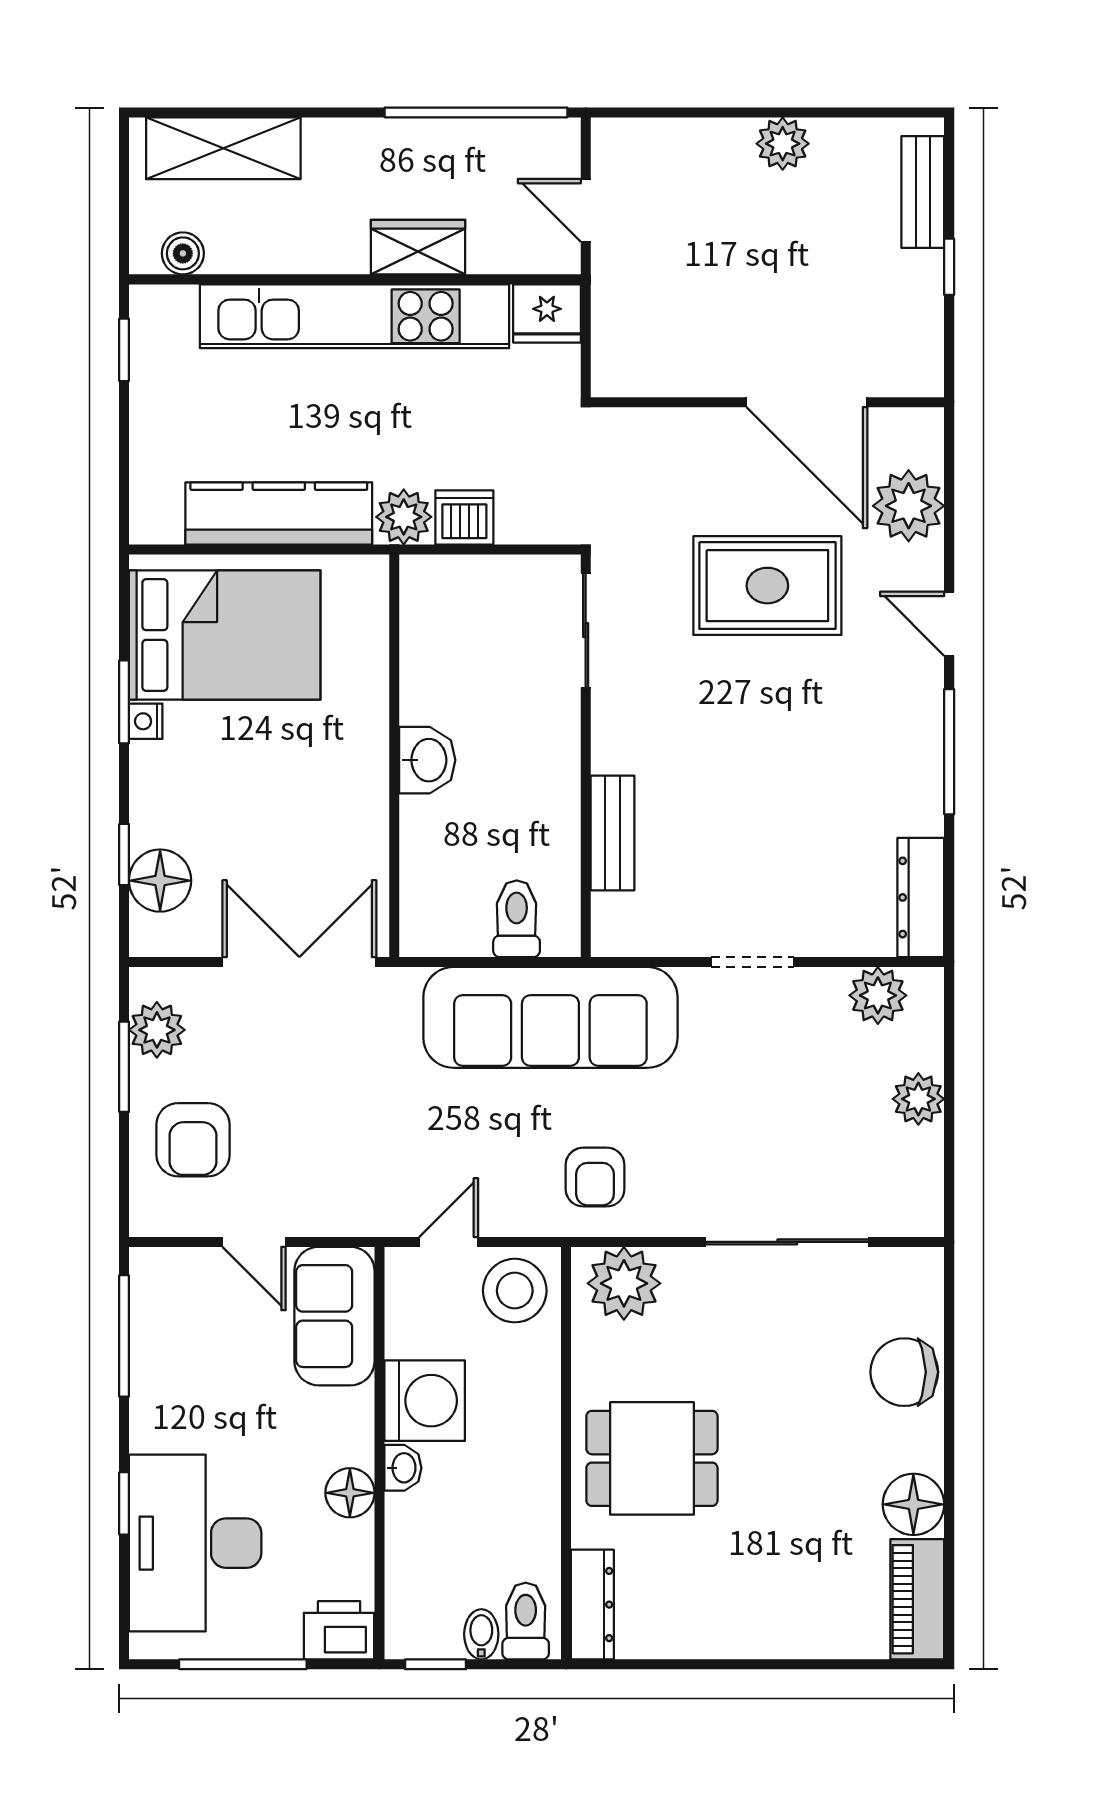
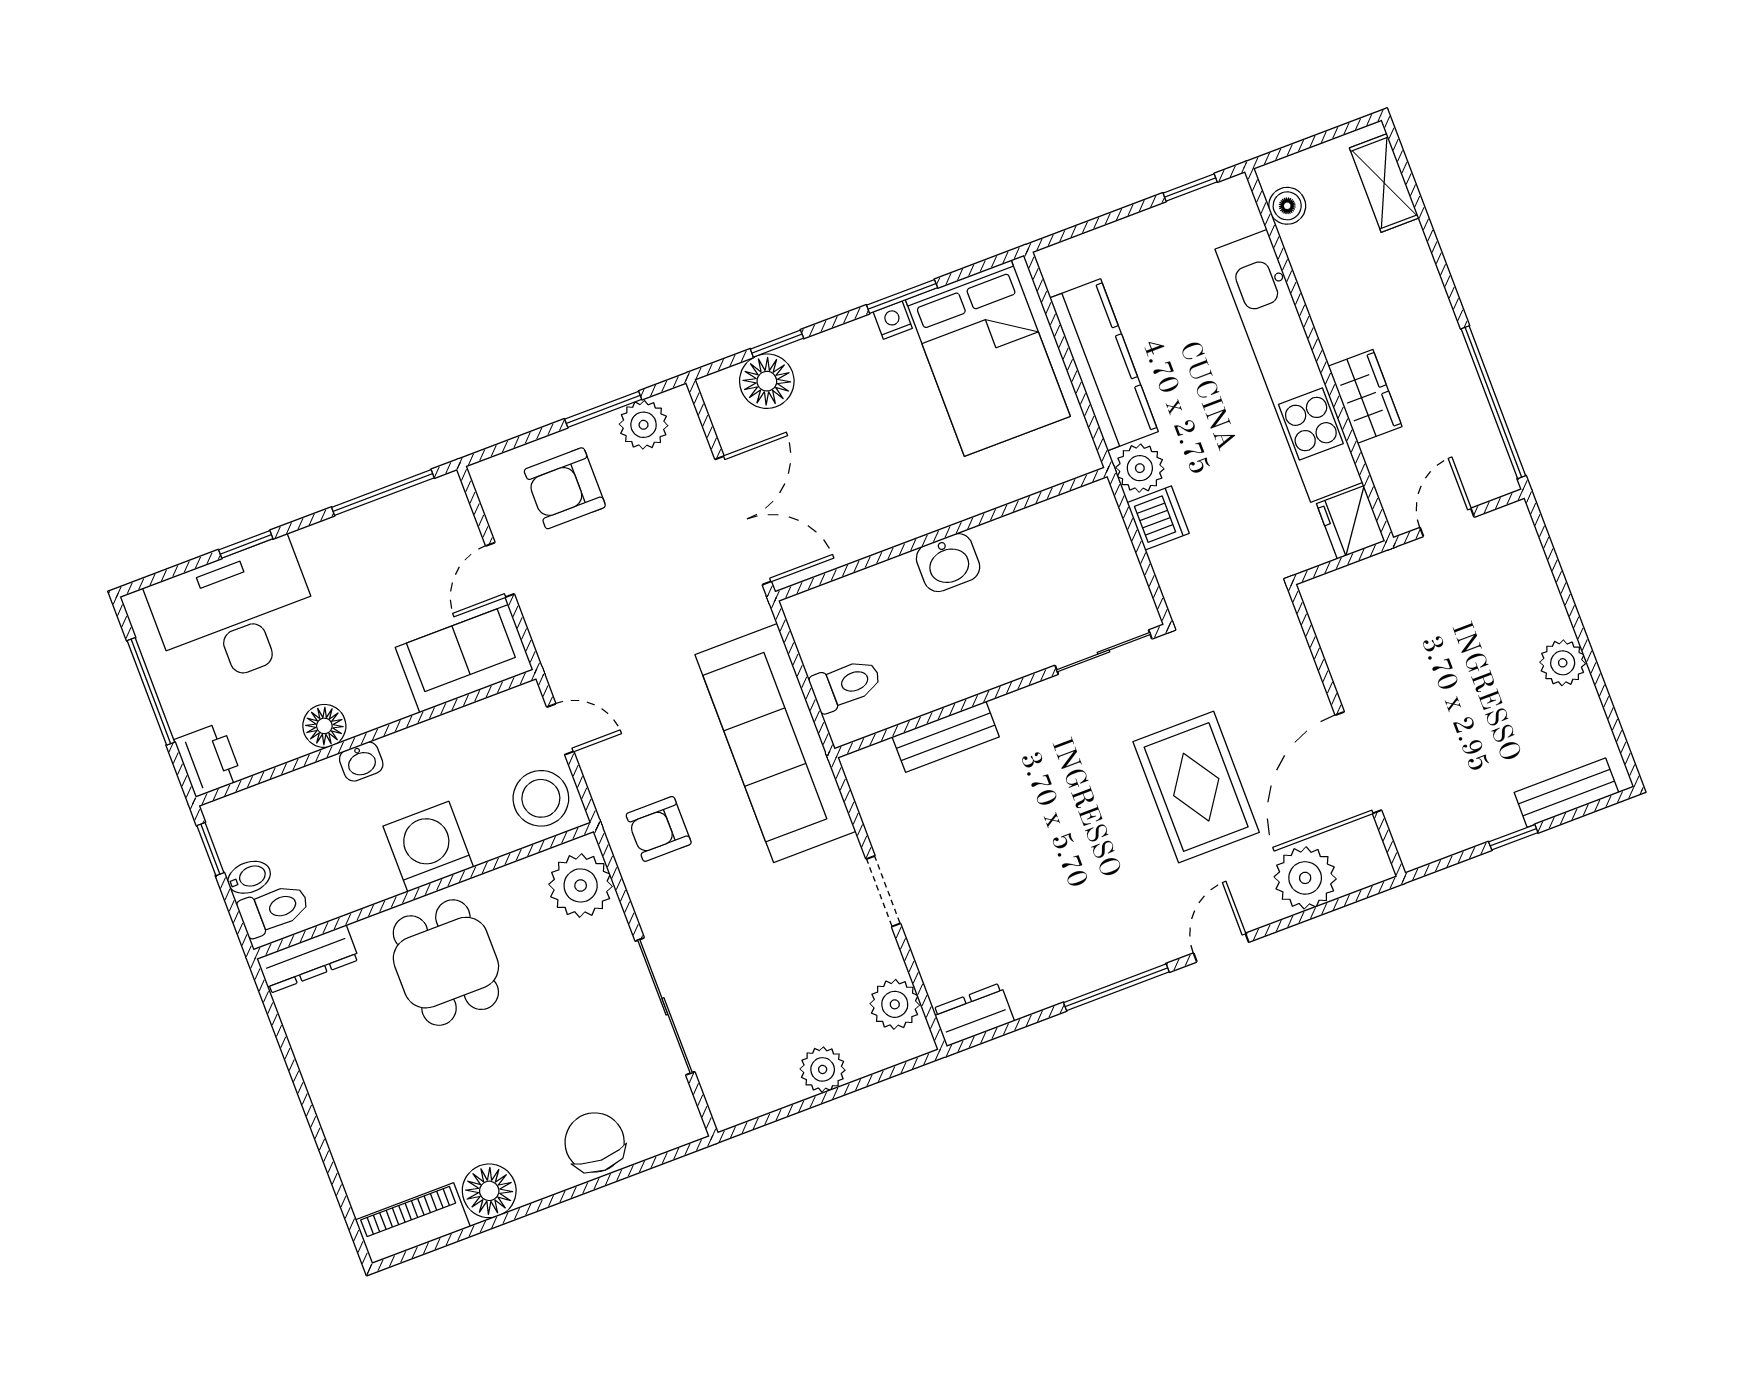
shelving: (223, 148) -> (1384, 183), width x0.67, depth x0.75
dresser: (921, 897) -> (973, 1015), width x0.70
washing machine: (425, 1401) -> (428, 847), moved, turned 180

